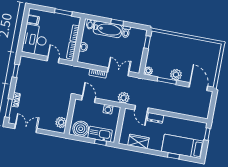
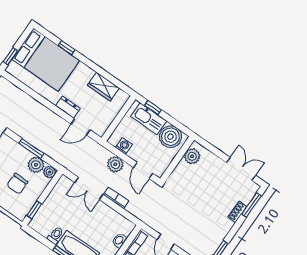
chair: (166, 54) -> (17, 184), added
plant: (176, 75) -> (36, 165), moved
plant: (124, 98) -> (115, 164), moved
door: (141, 109) -> (81, 127), swing flipped
double door: (26, 128) -> (241, 169), swing flipped
bed: (183, 146) -> (46, 60), width x1.50

